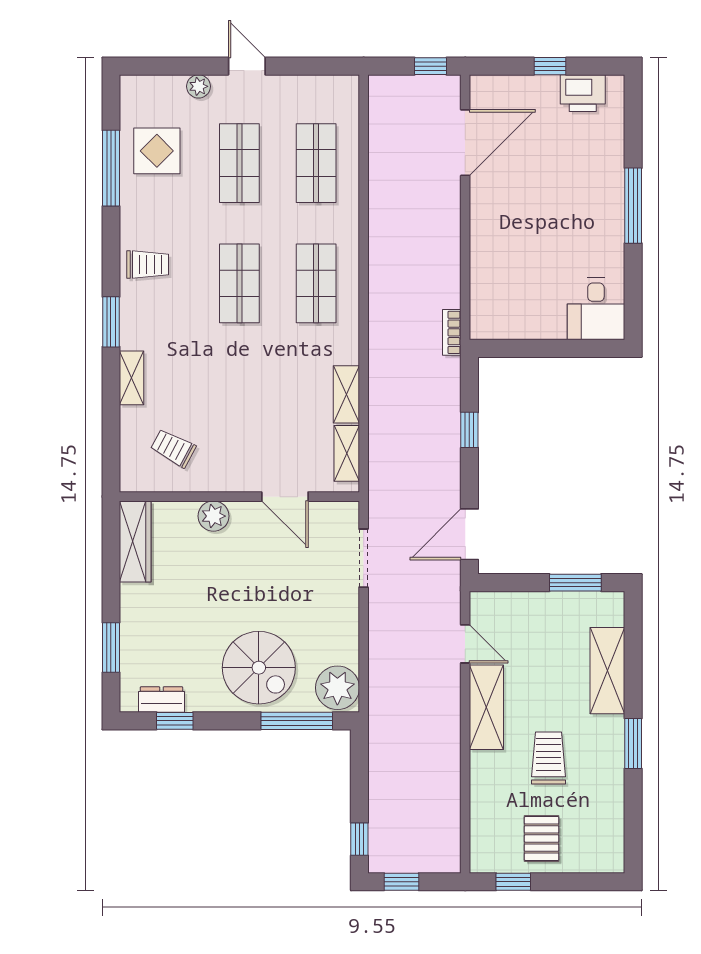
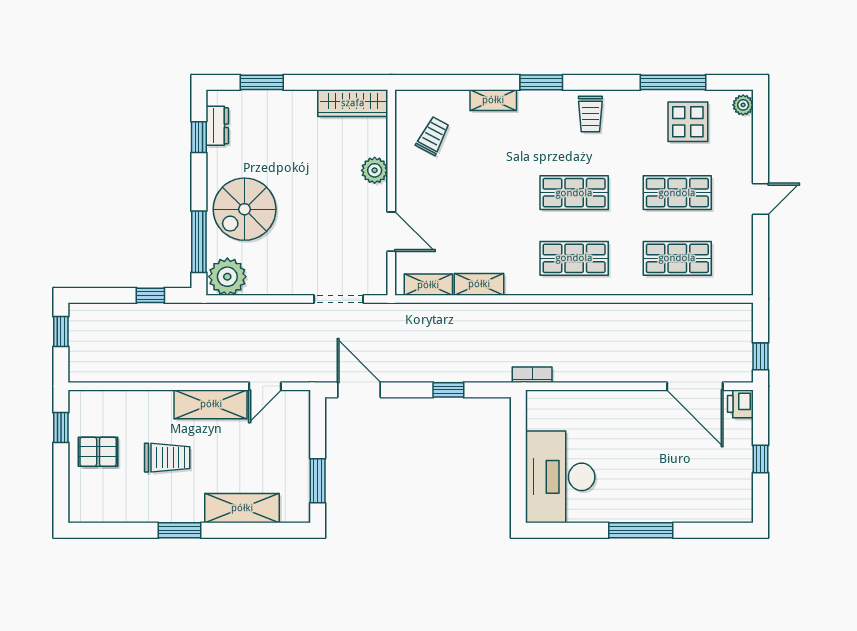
plant: (199, 86) -> (743, 105), moved
printer: (583, 93) -> (740, 404), moved, width x0.73, depth x0.81
desk: (596, 309) -> (560, 477), width x1.87, depth x1.30
door: (285, 497) -> (391, 232), swing flipped
window: (359, 839) -> (150, 295), moved

